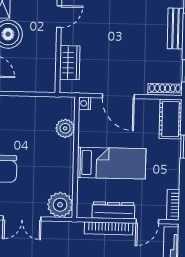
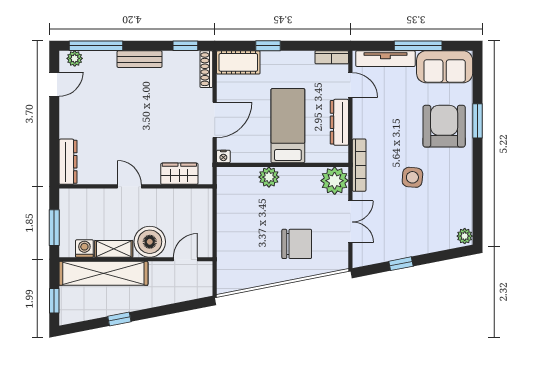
plant: (65, 128) -> (269, 177), moved
bookcase: (109, 228) -> (359, 165), moved

